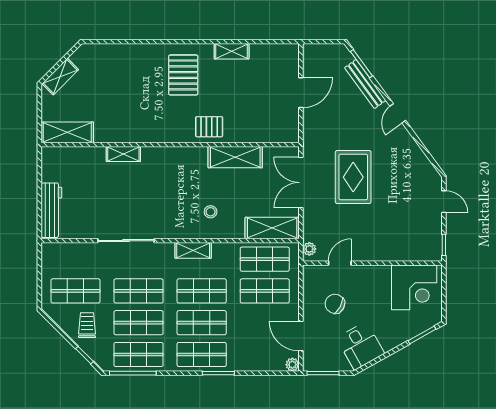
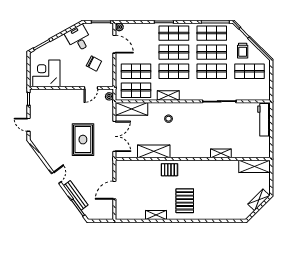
shelving: (193, 250) -> (168, 96), moved

